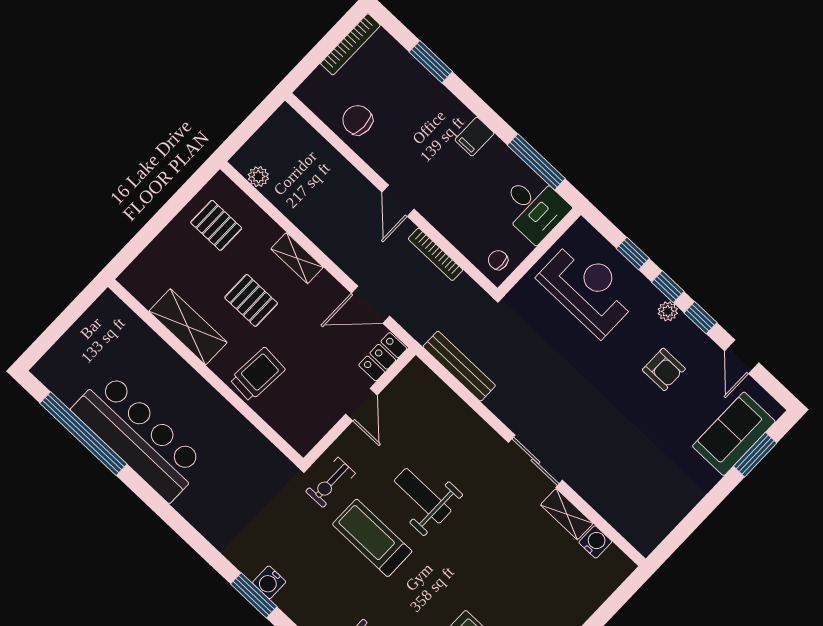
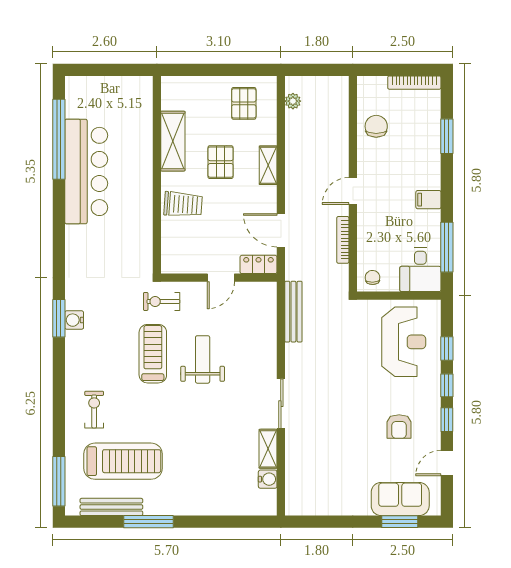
plant: (668, 311) -> (433, 398), removed

